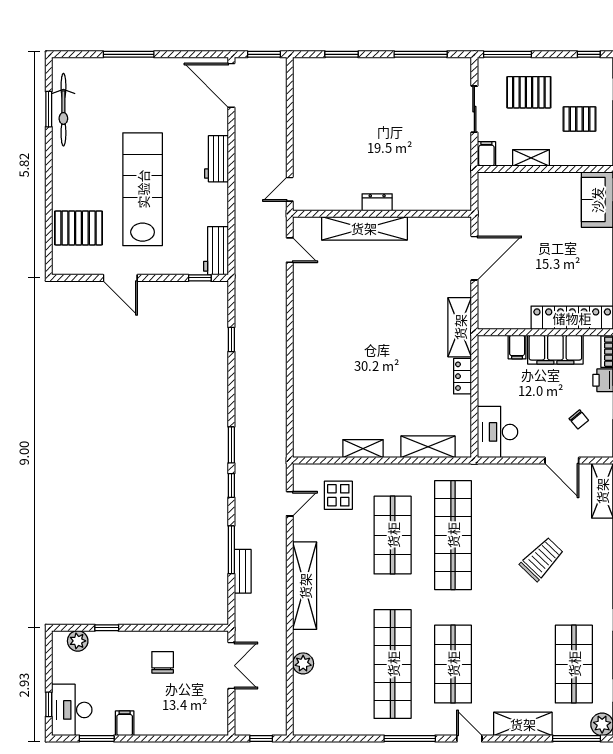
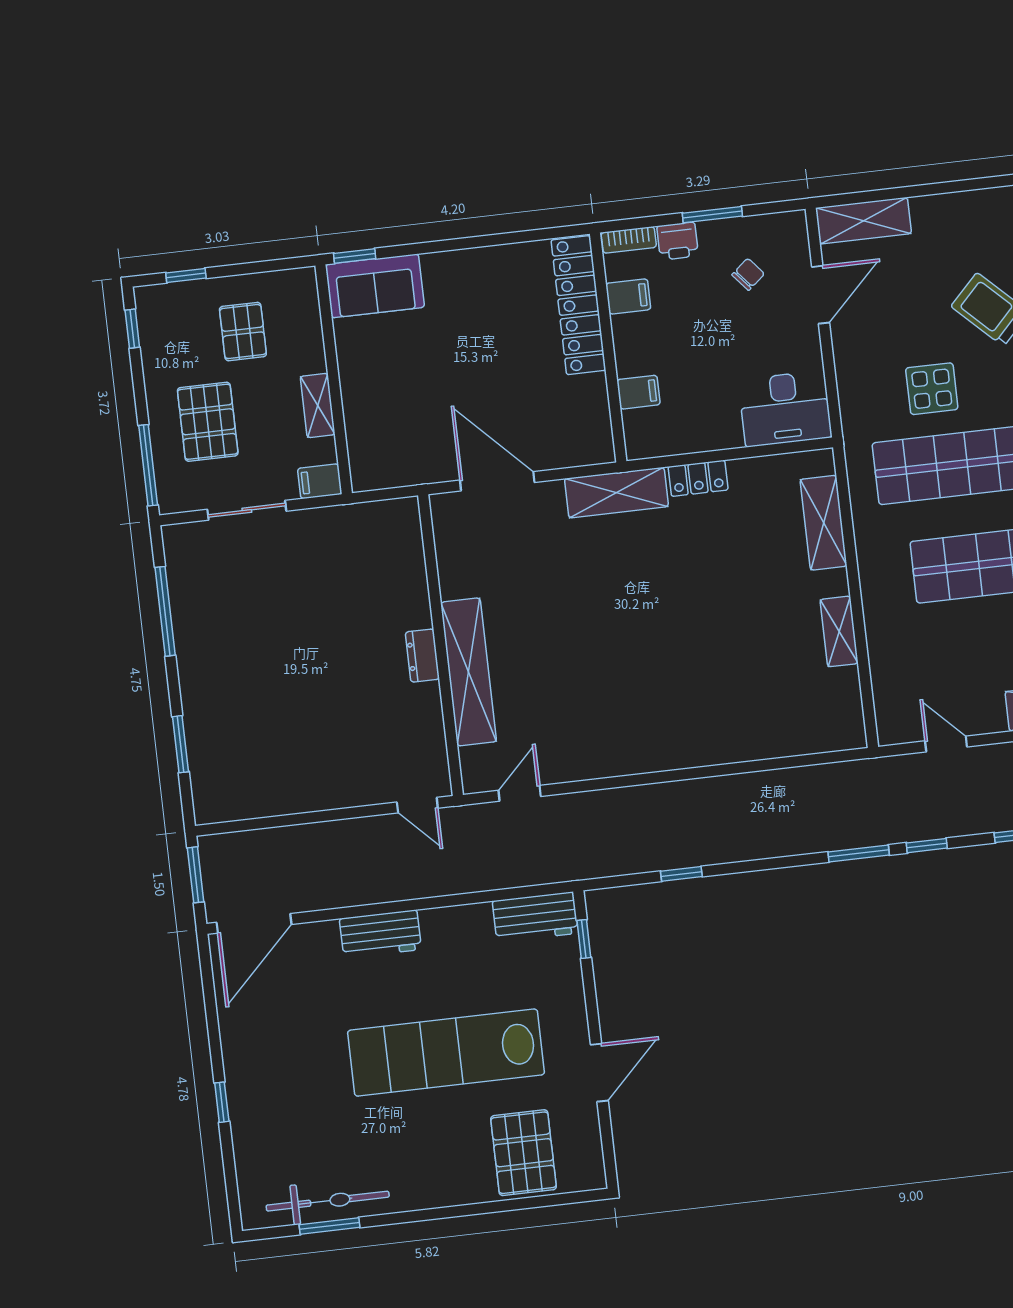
window: (129, 54) -> (222, 1102), width x0.46
filing cabinet: (555, 350) -> (628, 296), width x0.33, depth x0.86
display table: (338, 495) -> (932, 389), moved

